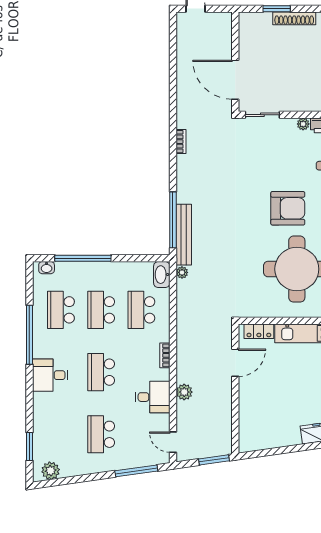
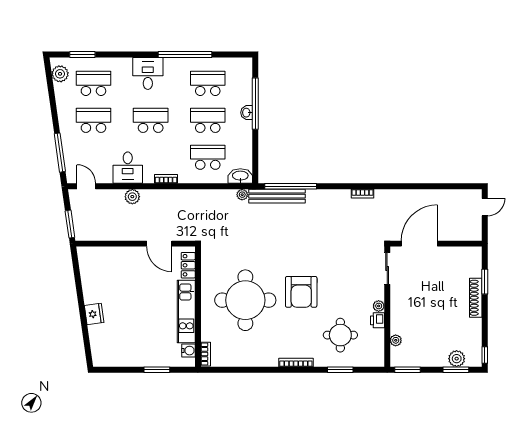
washbasin: (47, 268) -> (247, 113), moved
school desk: (61, 434) -> (93, 83), added
door: (173, 442) -> (86, 186), hinge flipped

